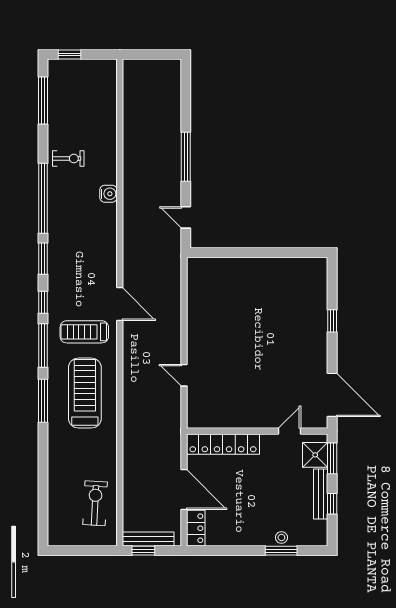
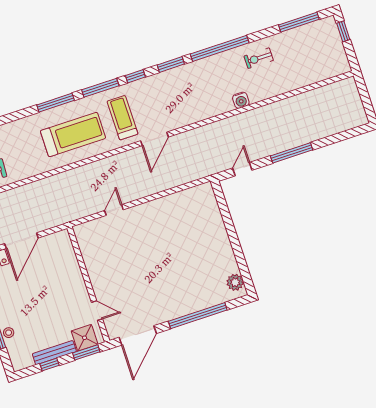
exercise bike: (68, 158) -> (259, 58), turned 90
plant: (309, 267) -> (235, 282), added
window: (332, 321) -> (198, 316), width x3.17
locker: (223, 444) -> (69, 260), removed

